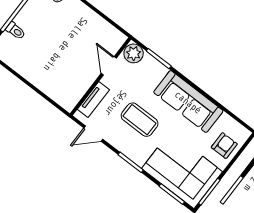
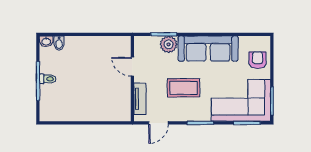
toilet: (16, 31) -> (48, 79), moved
plant: (134, 53) -> (169, 44), moved

